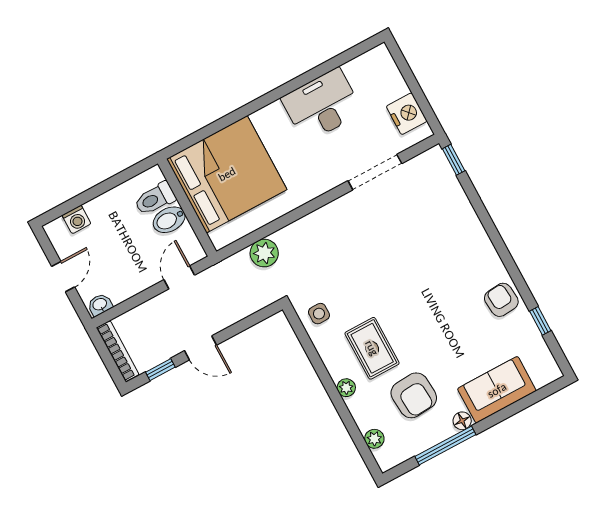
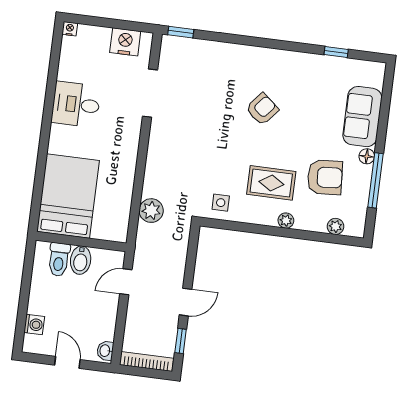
nightstand: (381, 52) -> (70, 29), added
desk: (322, 105) -> (76, 104), width x0.73
bed: (227, 174) -> (68, 196), width x0.73
door: (179, 277) -> (126, 282), hinge flipped
armchair: (501, 300) -> (262, 109), moved, turned 135

